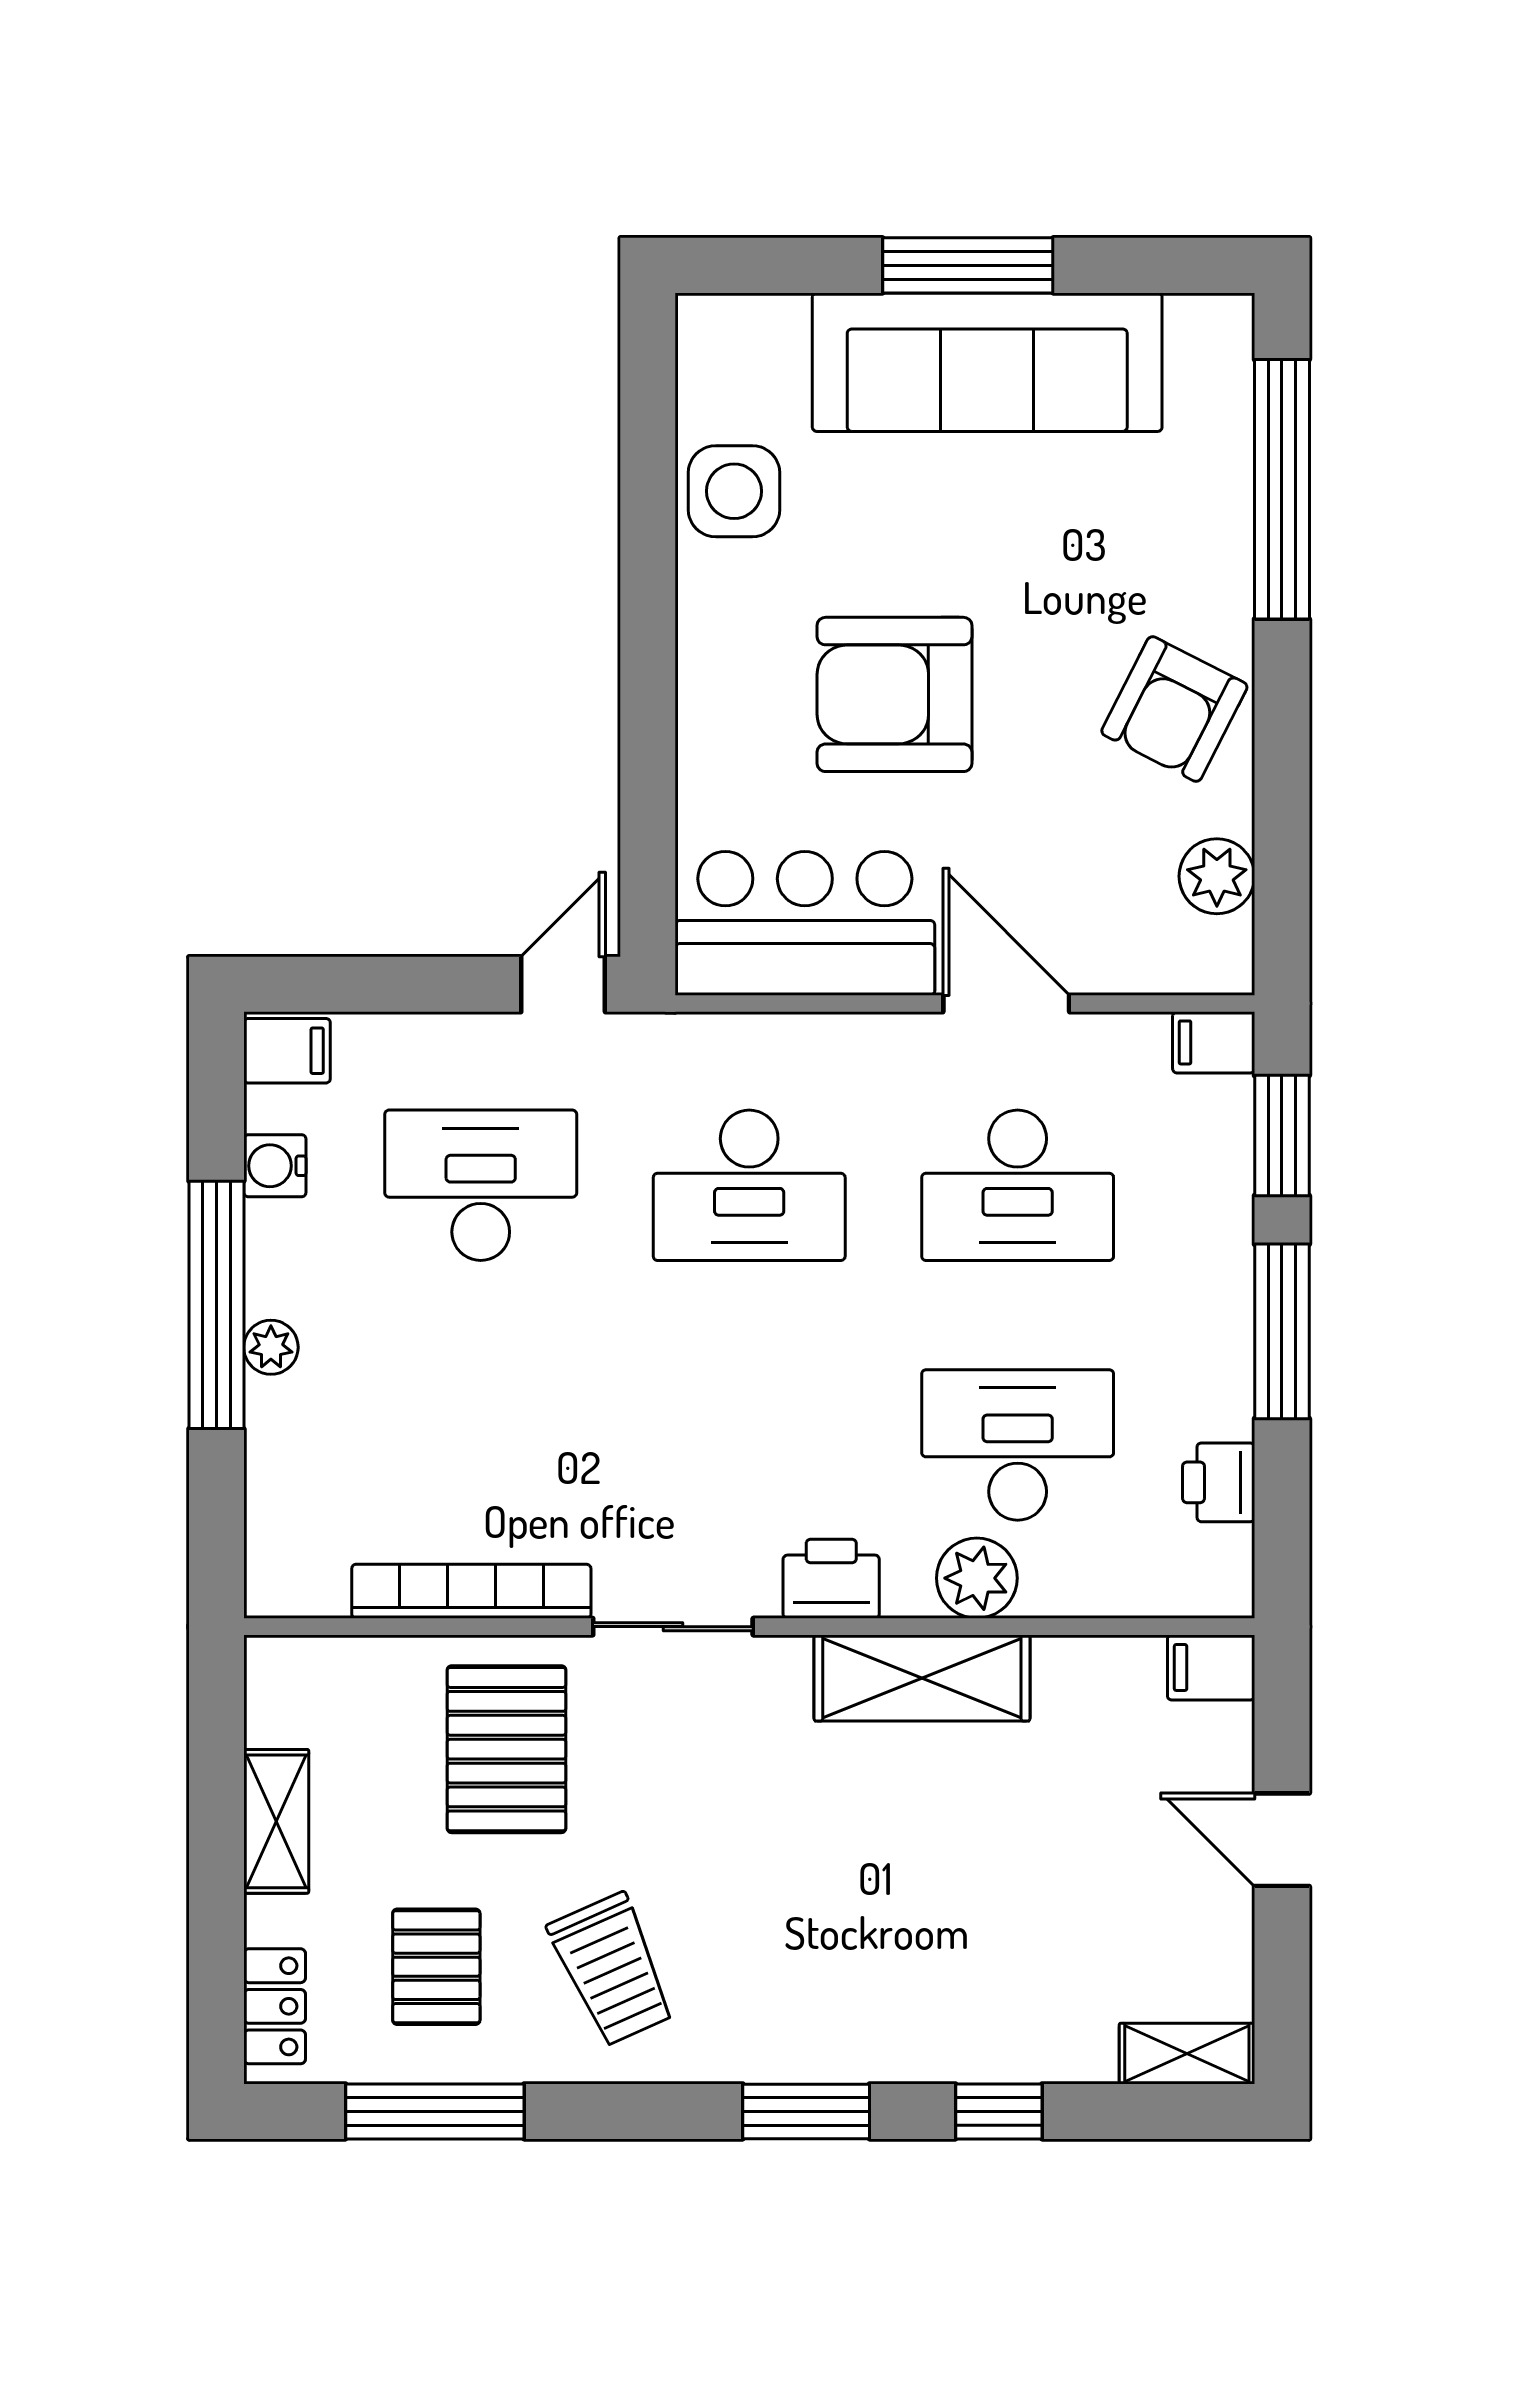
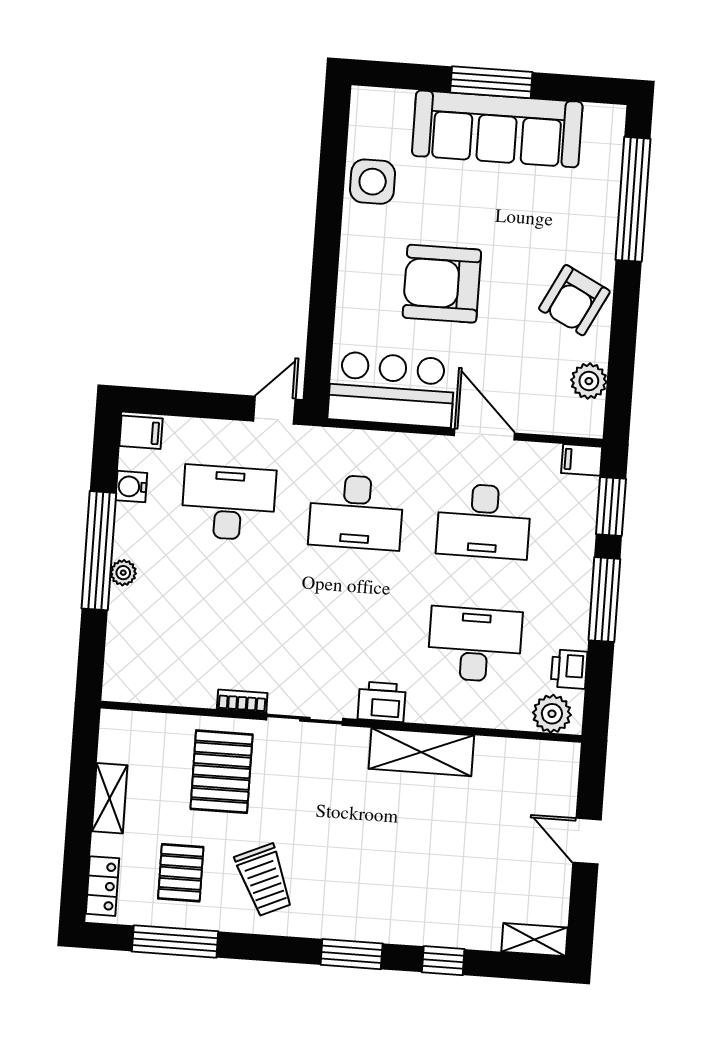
plant: (977, 1578) -> (552, 714), moved
bookcase: (471, 1591) -> (242, 701), width x0.43, depth x0.76
filing cabinet: (1211, 1667) -> (559, 757), removed

